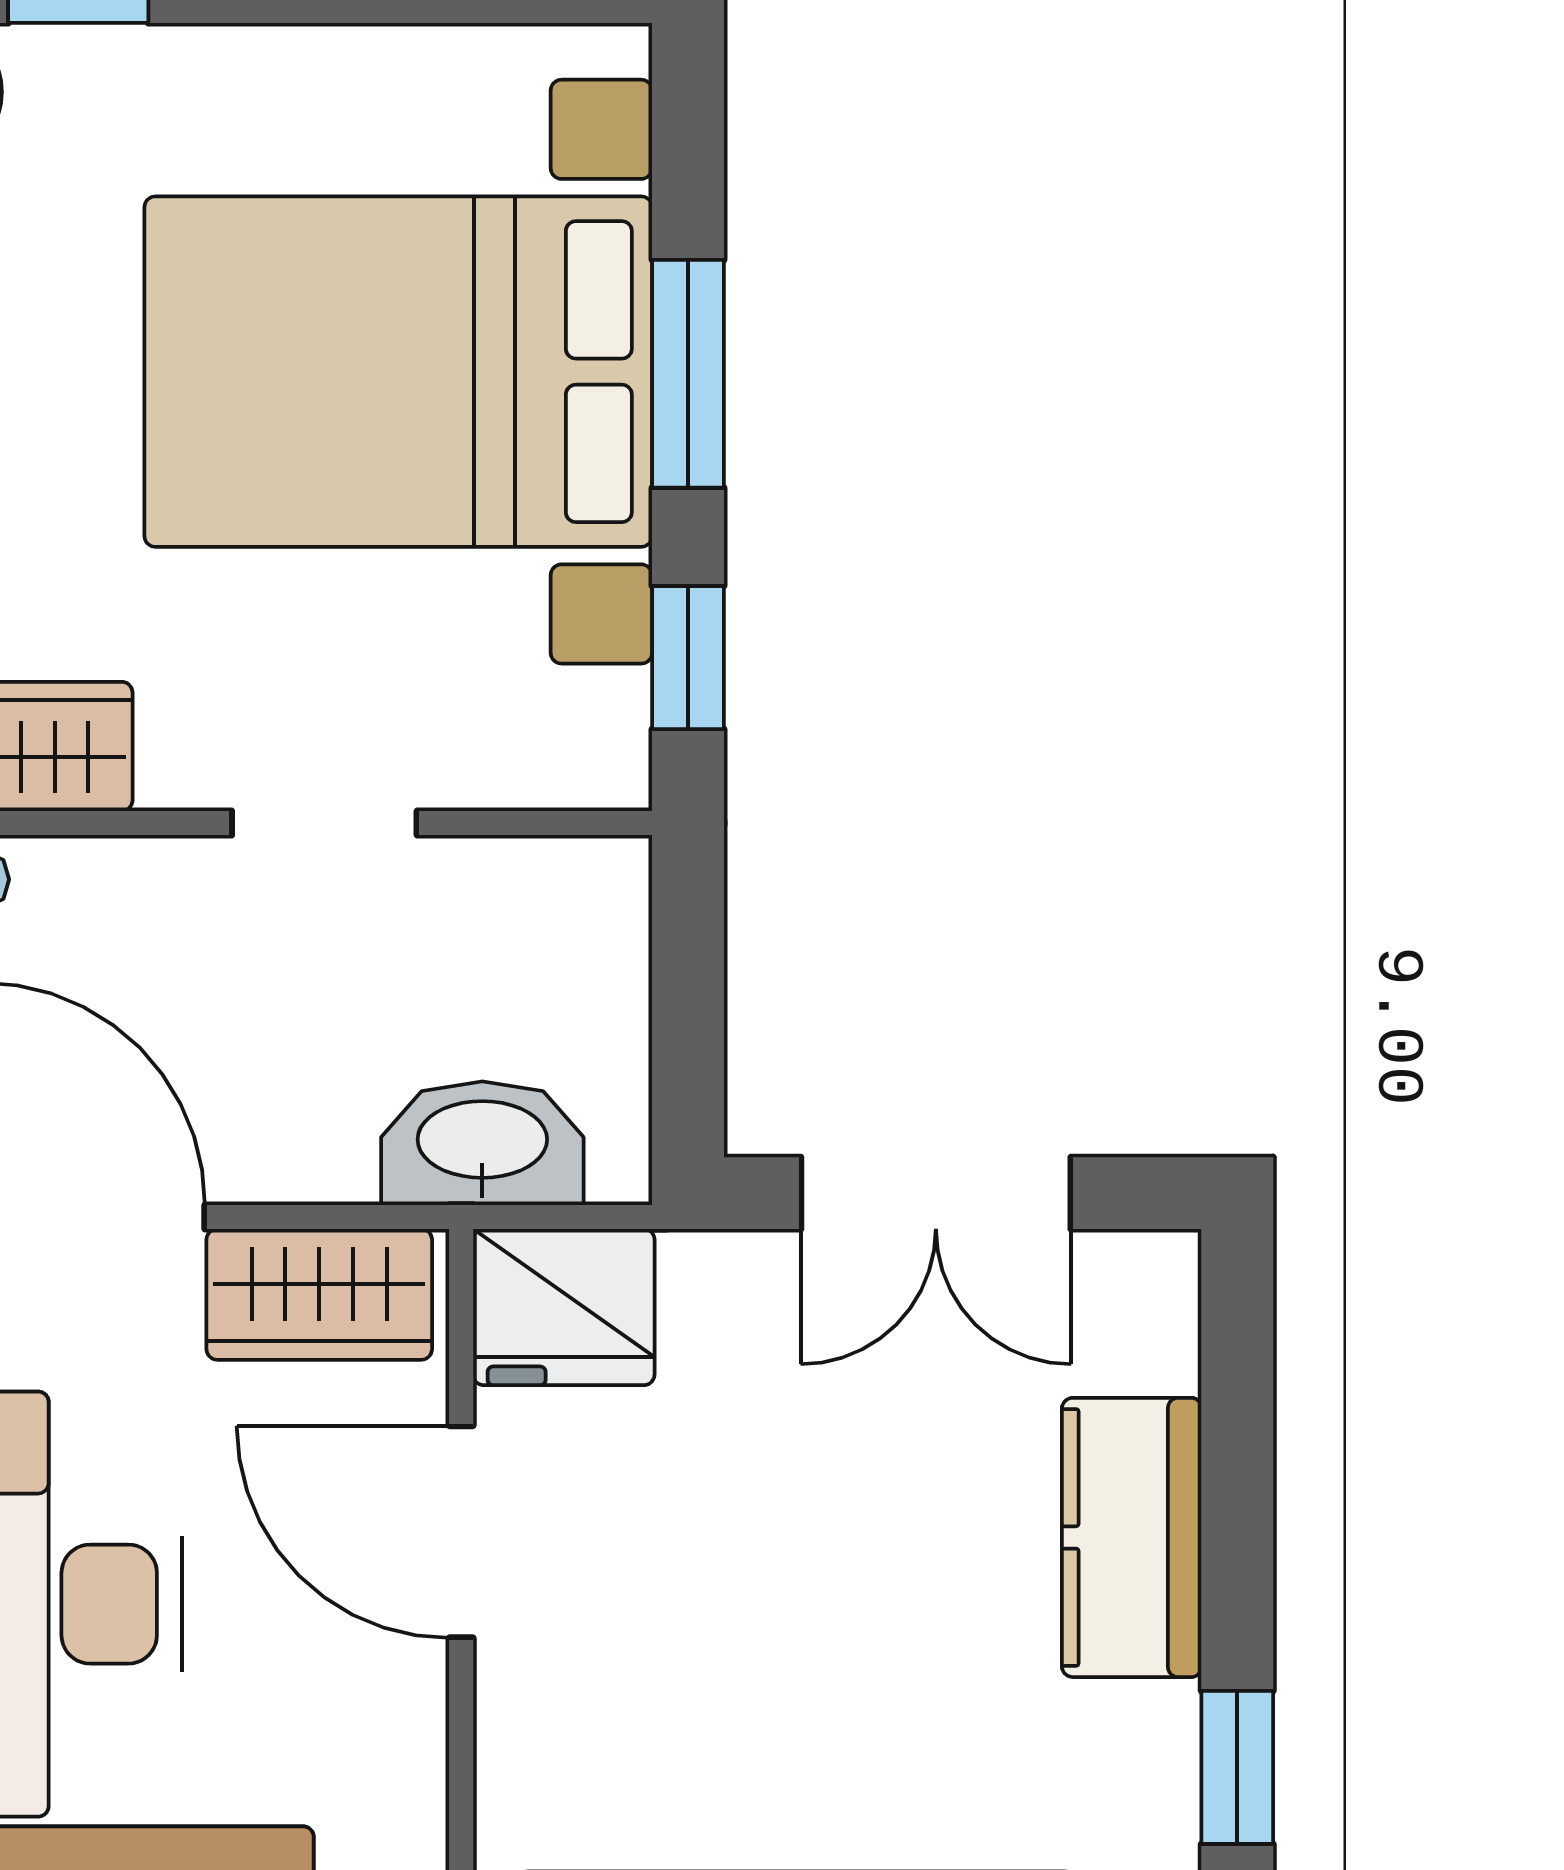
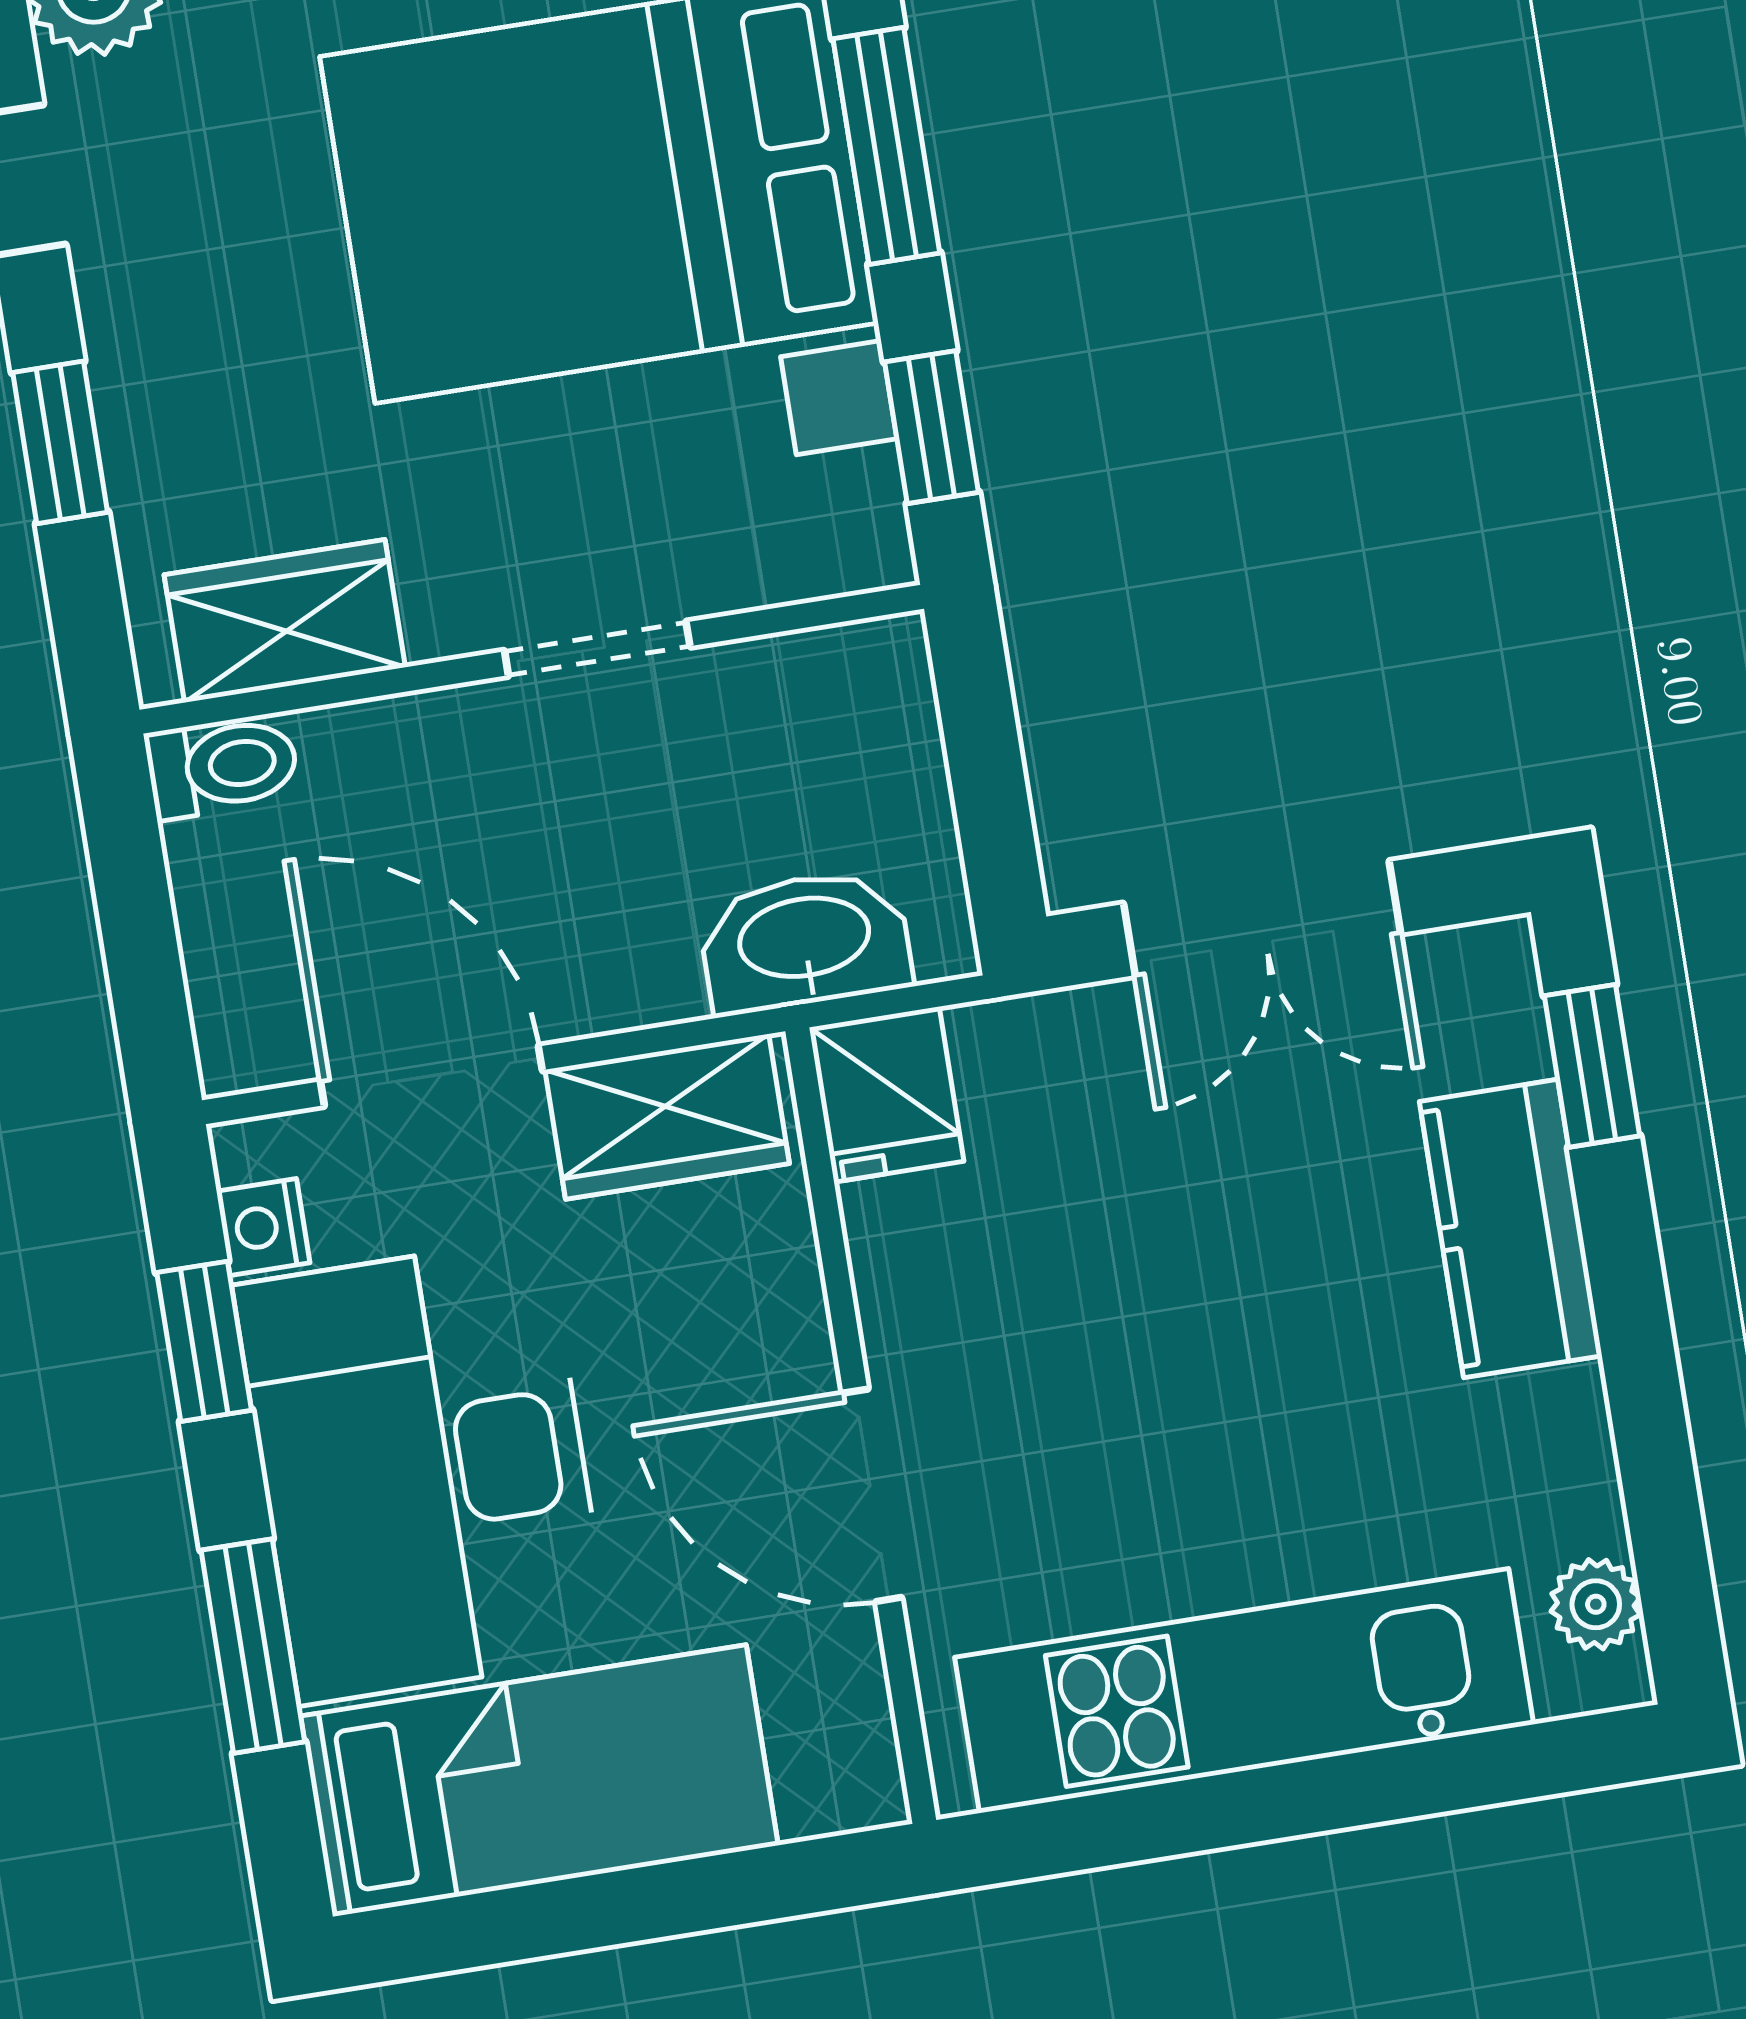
fridge: (564, 1307) -> (887, 1094), width x0.72
door: (461, 1532) -> (872, 1495), moved
window: (1237, 1767) -> (1592, 1066), moved

